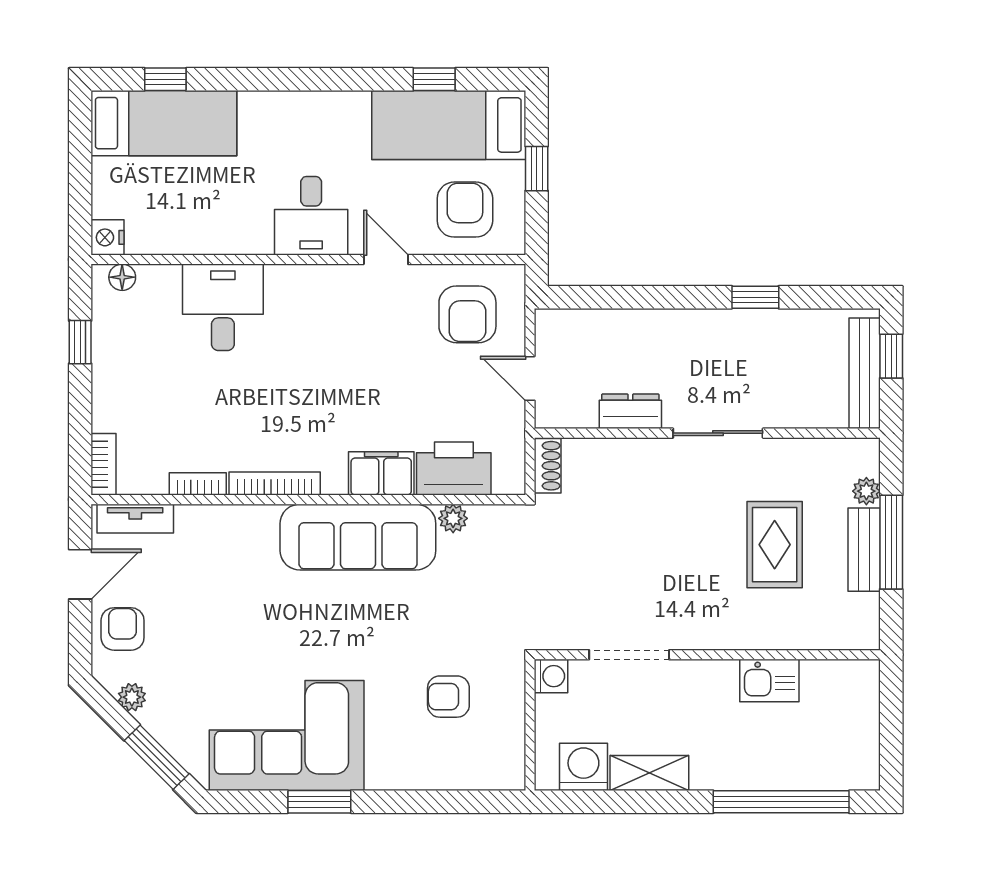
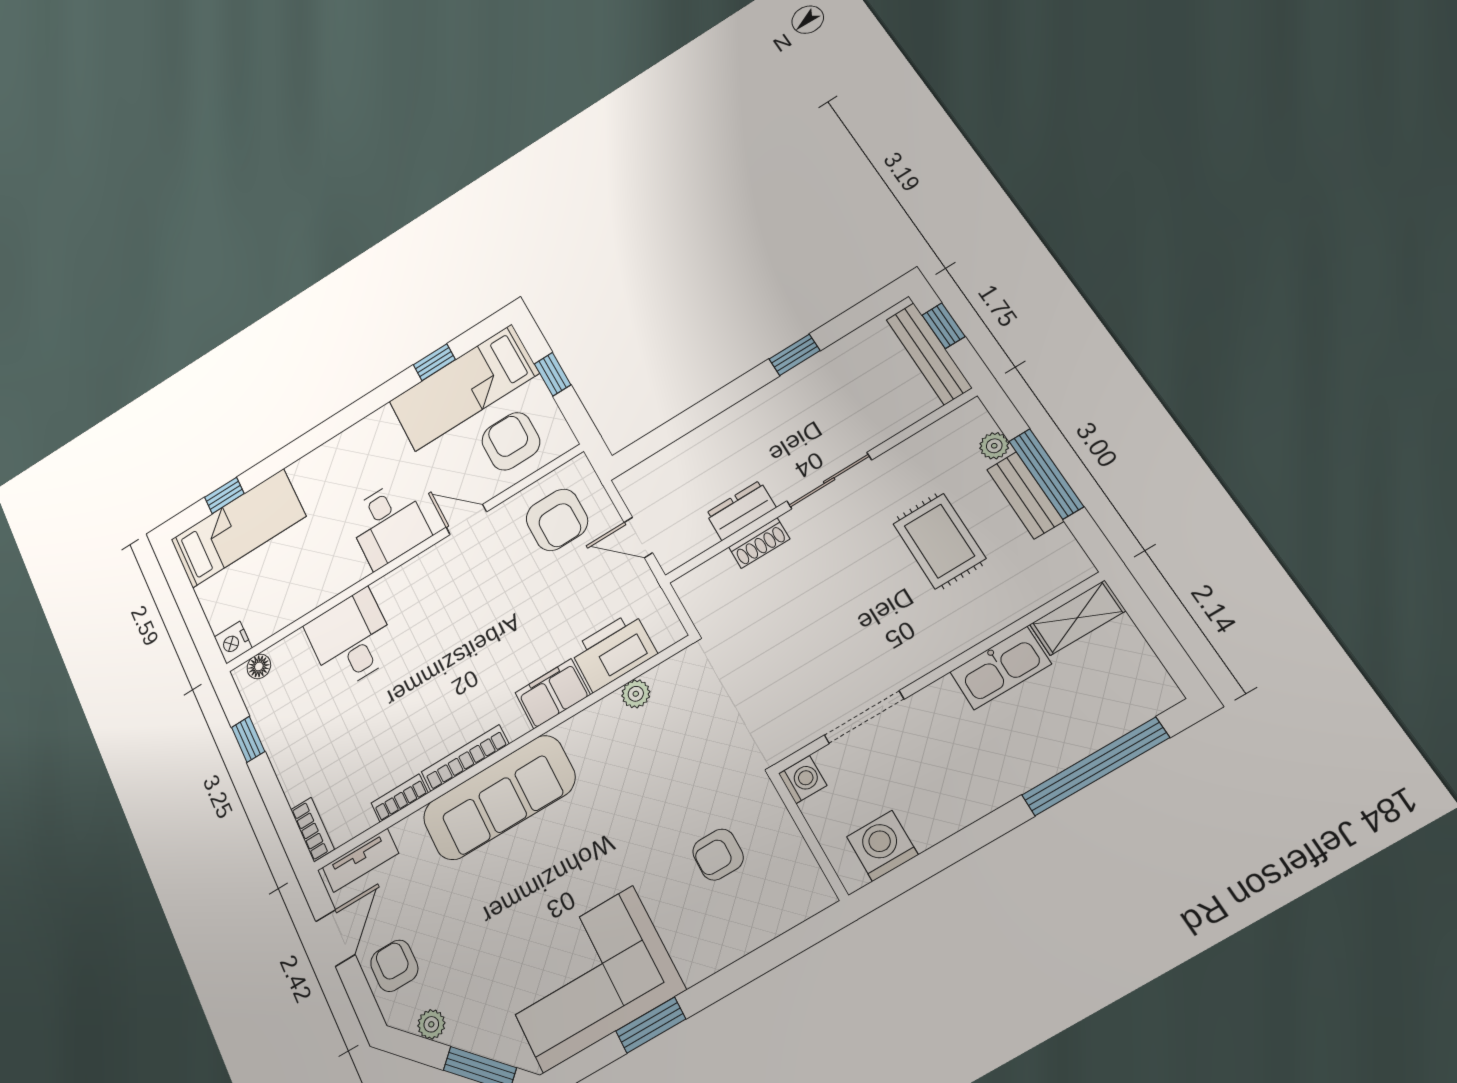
shoe rack: (548, 466) -> (759, 543), moved, turned 90
sofa: (358, 537) -> (499, 798), moved
kitchen sink: (769, 681) -> (1001, 668), width x1.38
shelving: (649, 773) -> (1078, 618), moved

